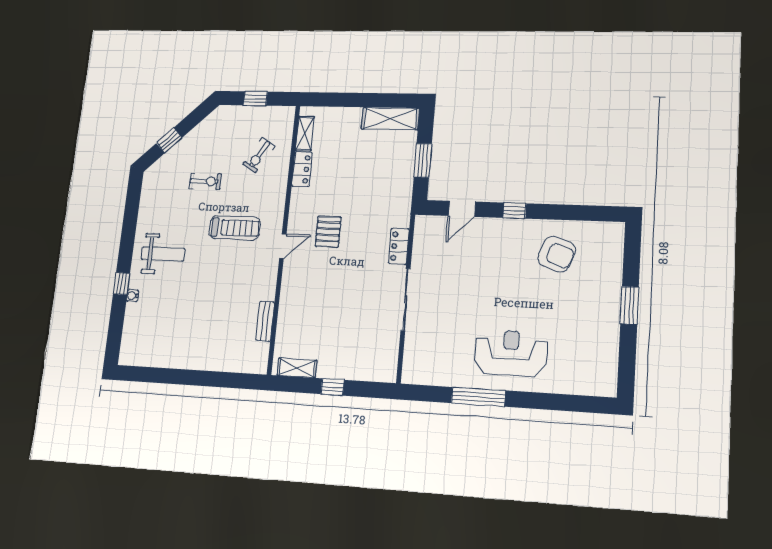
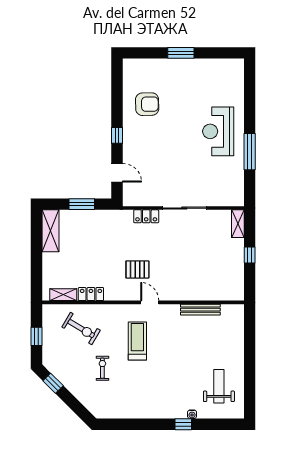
window: (169, 140) -> (53, 383), moved
exercise bike: (259, 155) -> (81, 329), width x1.38, depth x1.39
weight bench: (163, 254) -> (219, 386), moved
armchair: (556, 254) -> (147, 104), turned 68
bench: (265, 321) -> (200, 310), width x1.36
shelving: (297, 368) -> (238, 224), moved

